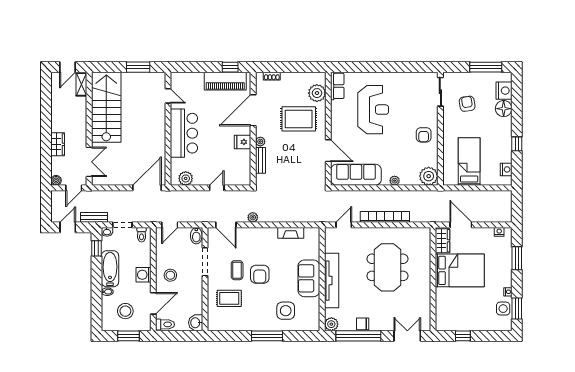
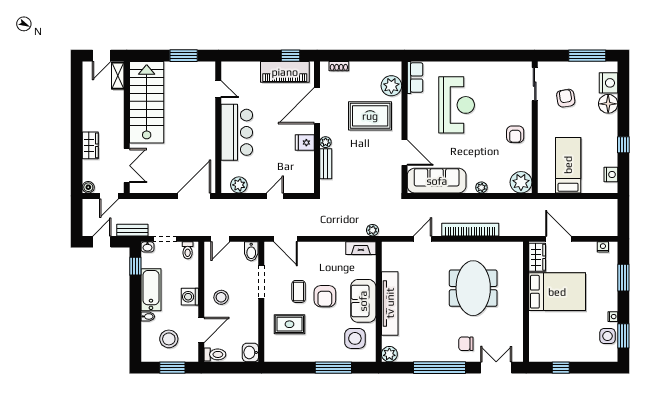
plant: (253, 217) -> (373, 230), moved
sofa: (309, 278) -> (363, 301), moved
wall: (322, 279) -> (379, 302), moved
tv unit: (332, 281) -> (390, 303), moved
plant: (331, 324) -> (389, 354), moved
chair: (363, 324) -> (466, 344), moved

